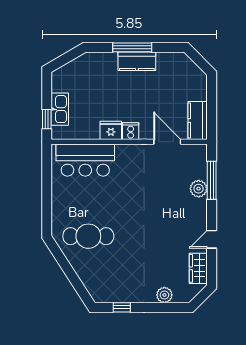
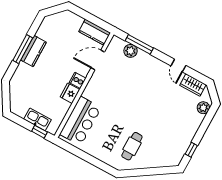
plant: (199, 189) -> (130, 51), moved
cafe table: (88, 236) -> (132, 146), width x0.73, depth x0.74
plant: (164, 295) -> (203, 108), moved

